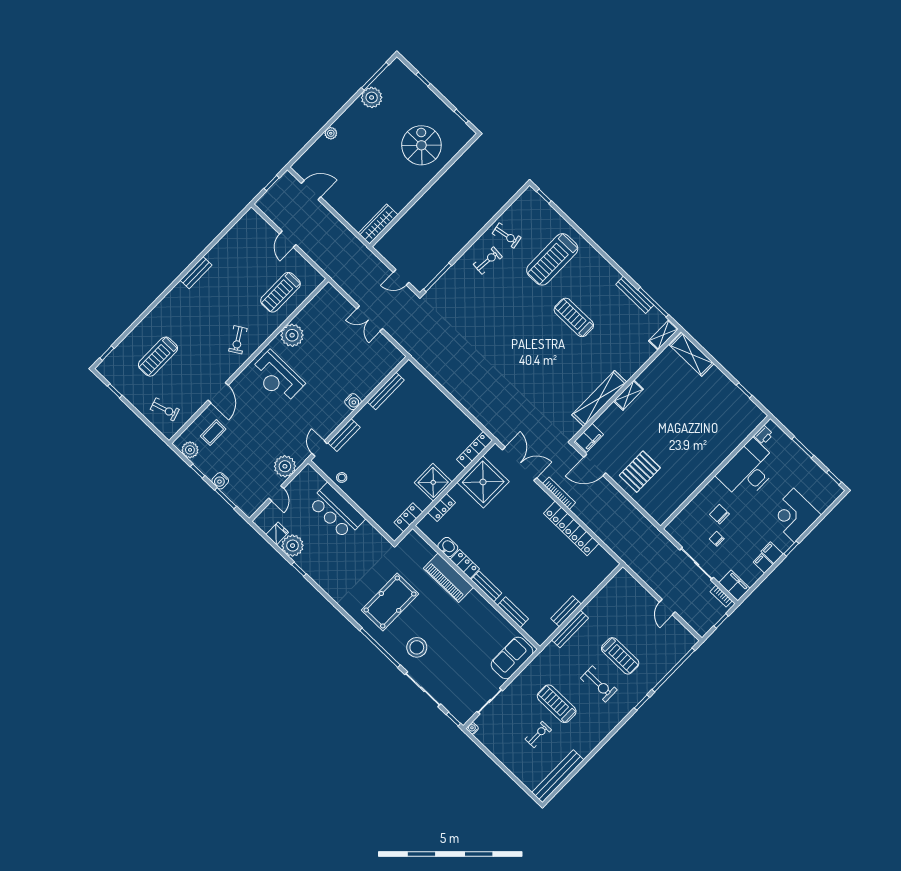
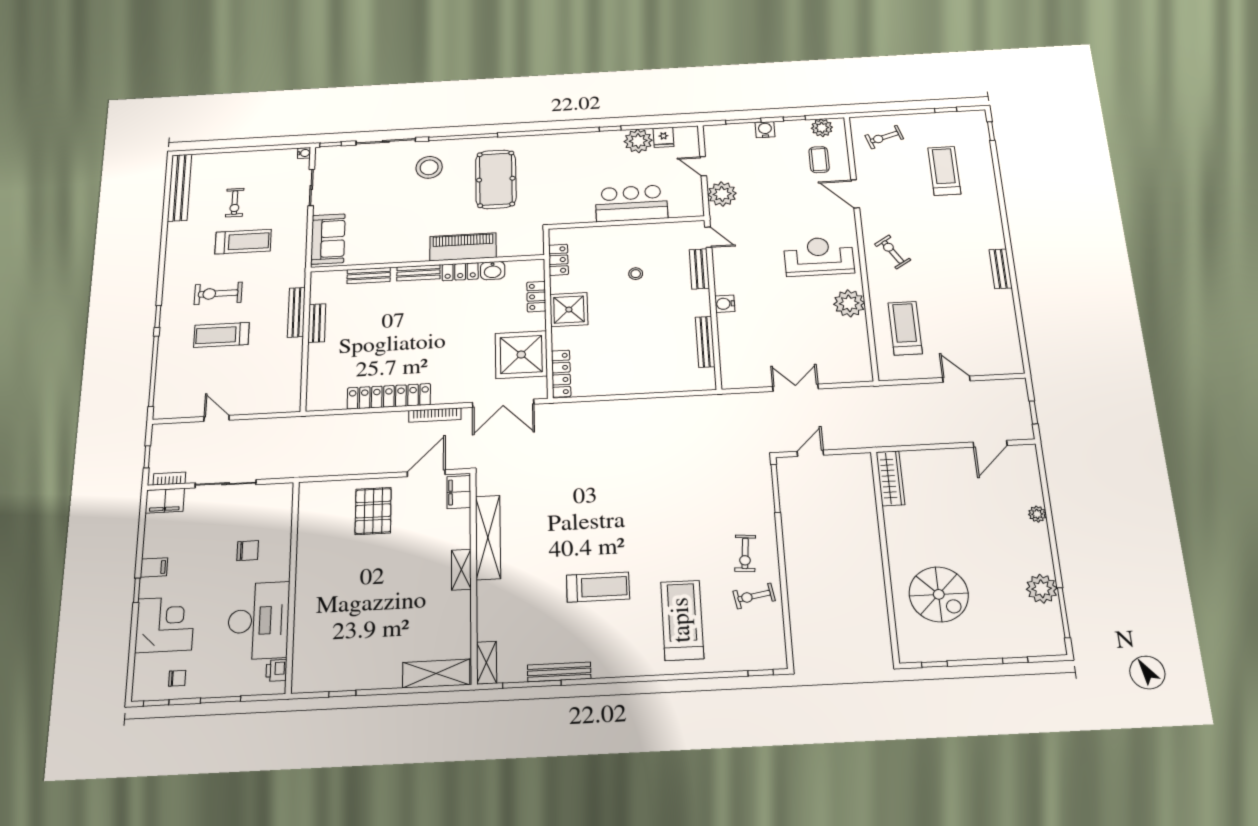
stool: (342, 477) -> (636, 274), moved
chair: (717, 539) -> (177, 678), moved
filing cabinet: (763, 563) -> (154, 549), removed

